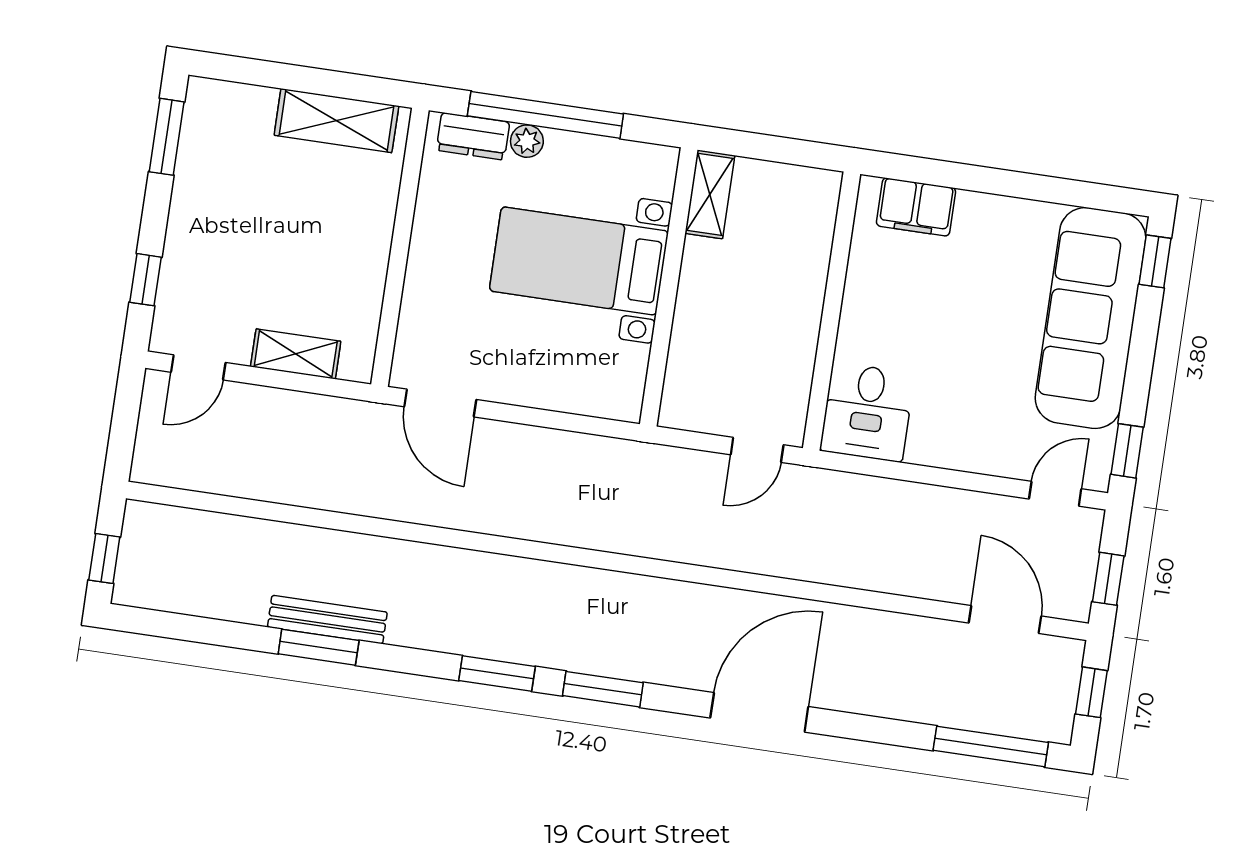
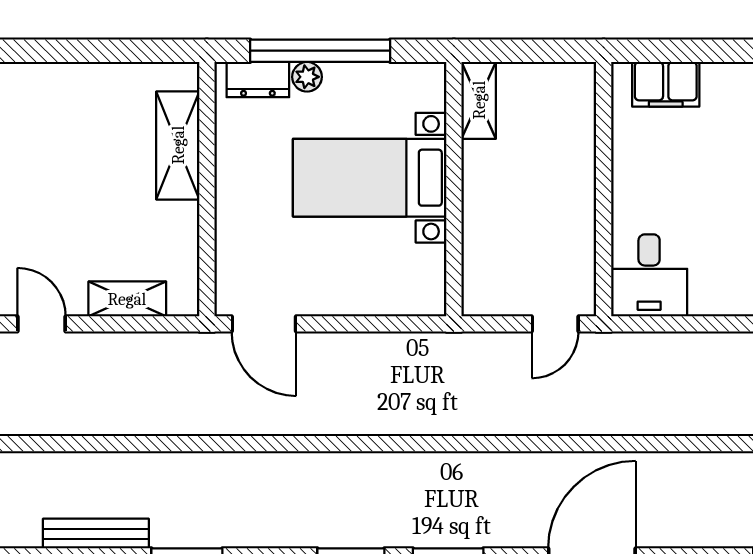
shelving: (336, 121) -> (178, 145), moved, turned 90
door: (198, 367) -> (42, 324), swing flipped
bench: (327, 620) -> (96, 534), moved

